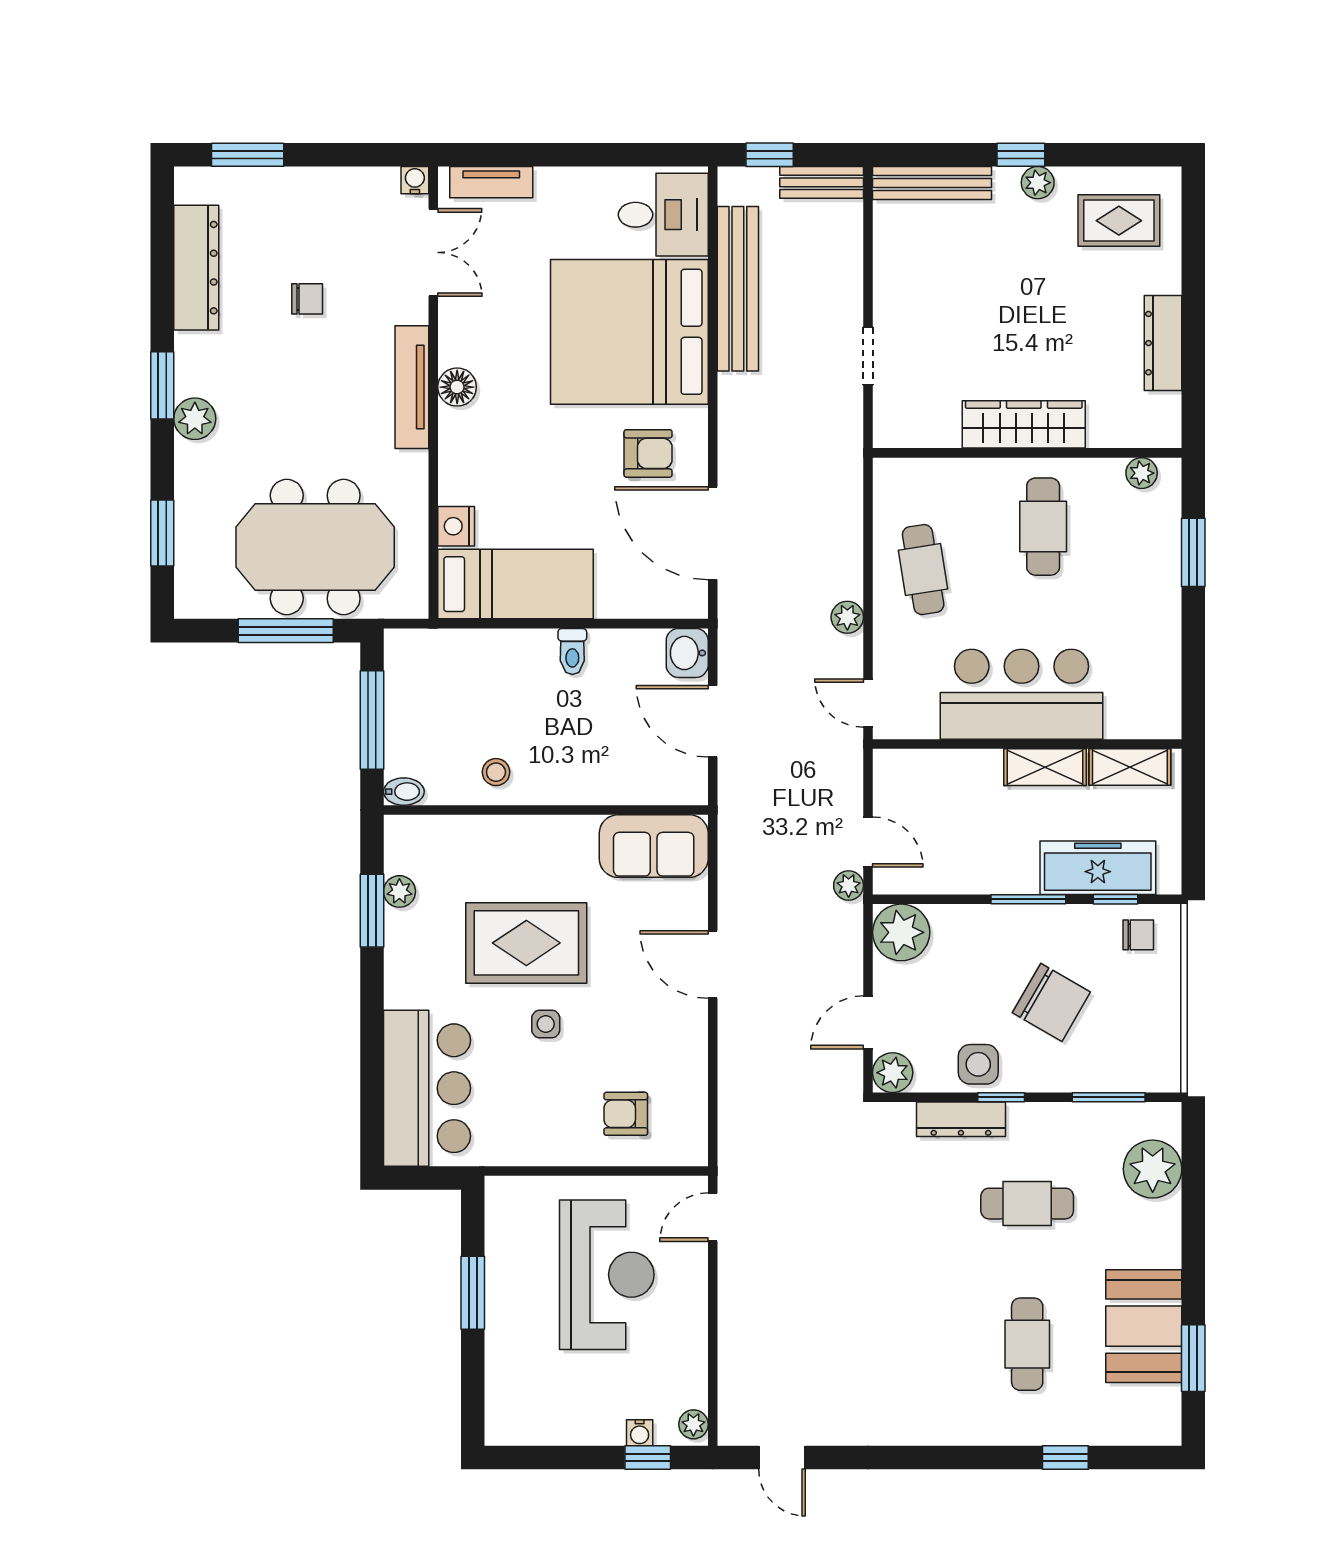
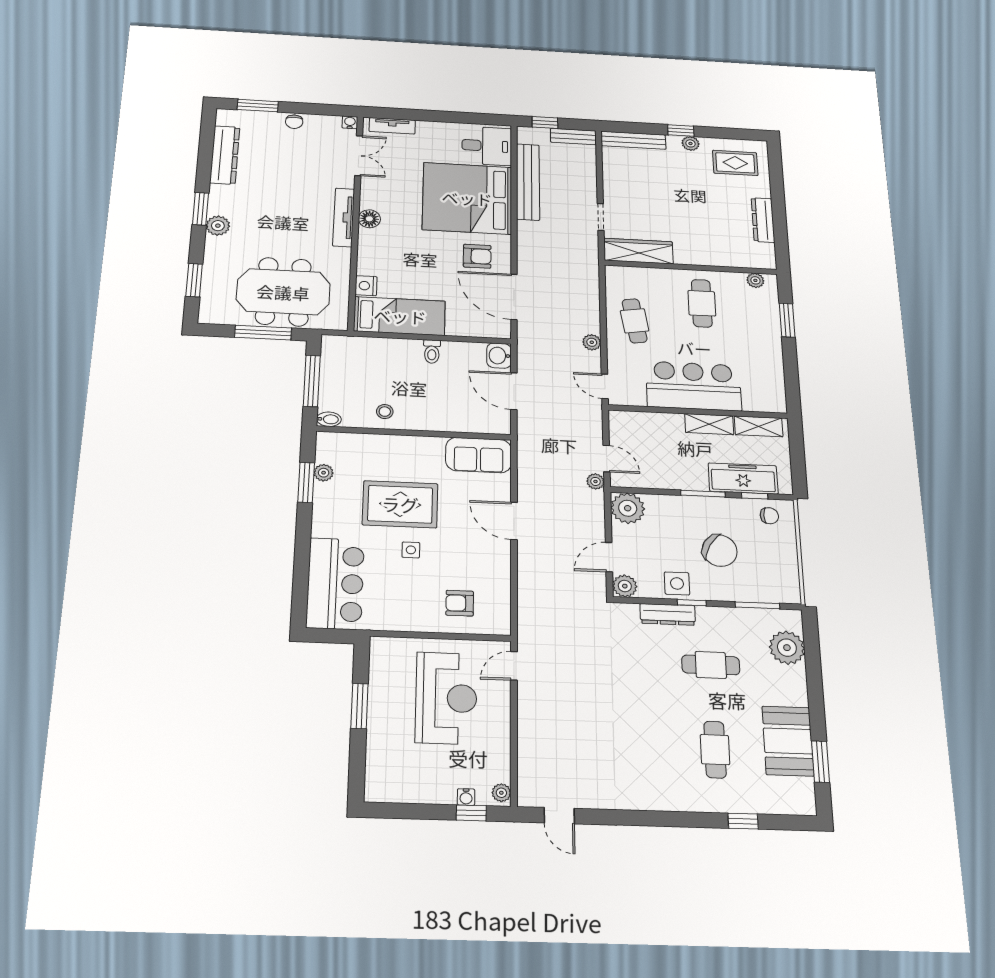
chair: (307, 299) -> (294, 122), moved, turned 90
wardrobe: (1024, 424) -> (638, 251), moved

